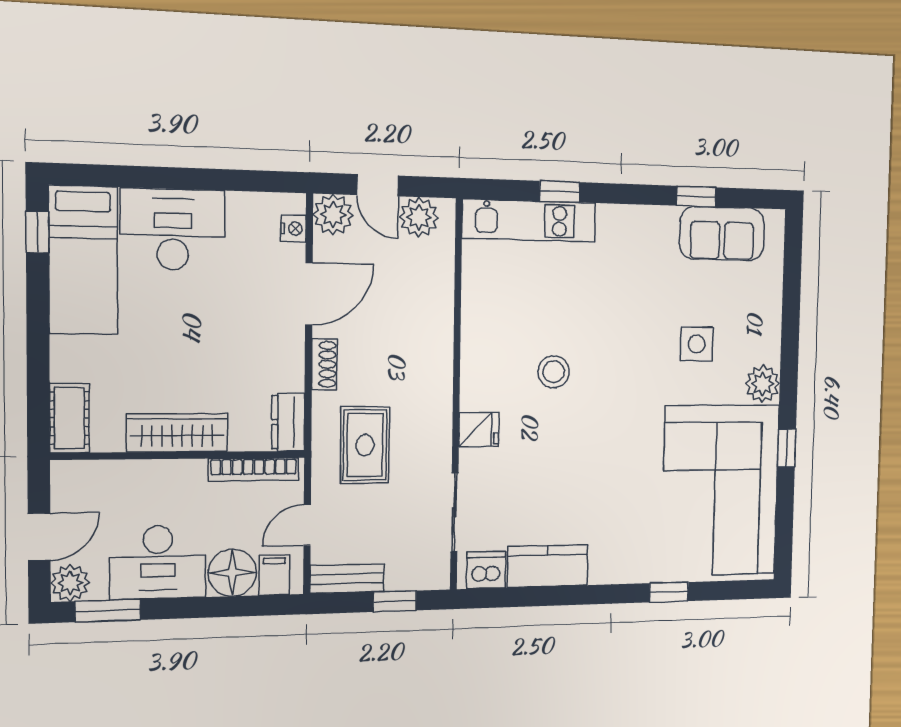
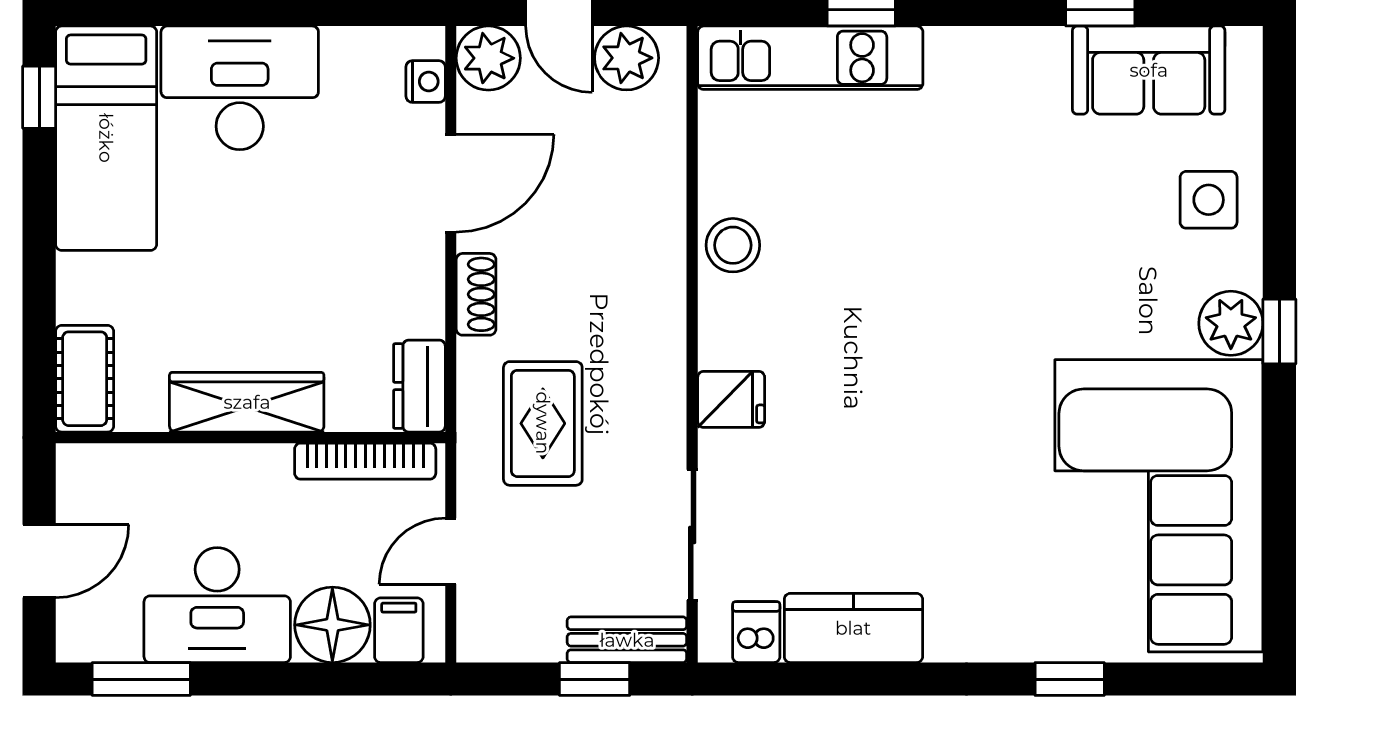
side table: (697, 344) -> (1209, 200), moved
stool: (554, 372) -> (733, 245), moved
window: (787, 448) -> (1279, 331), moved
dishwasher: (486, 570) -> (756, 632), width x0.73
bench: (347, 579) -> (627, 640), moved
plant: (70, 583) -> (85, 634), removed

